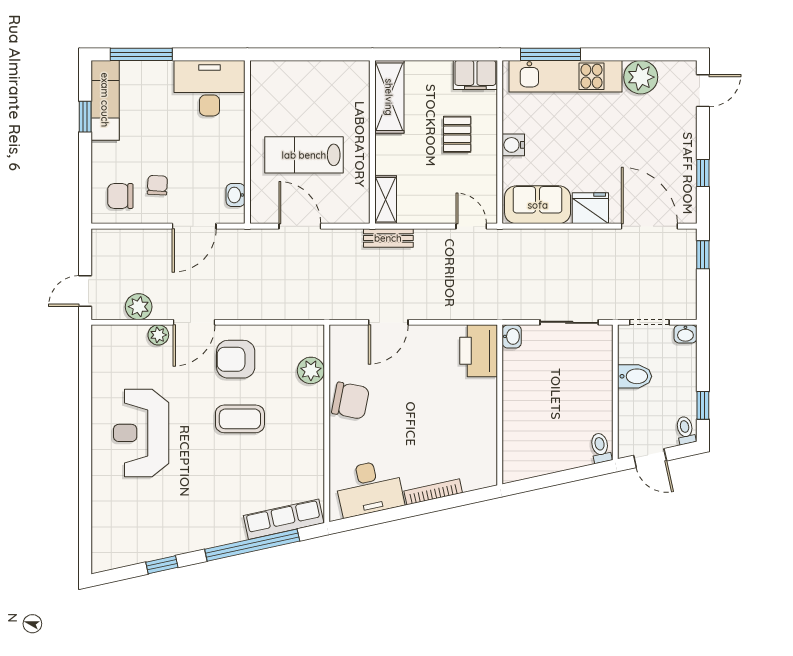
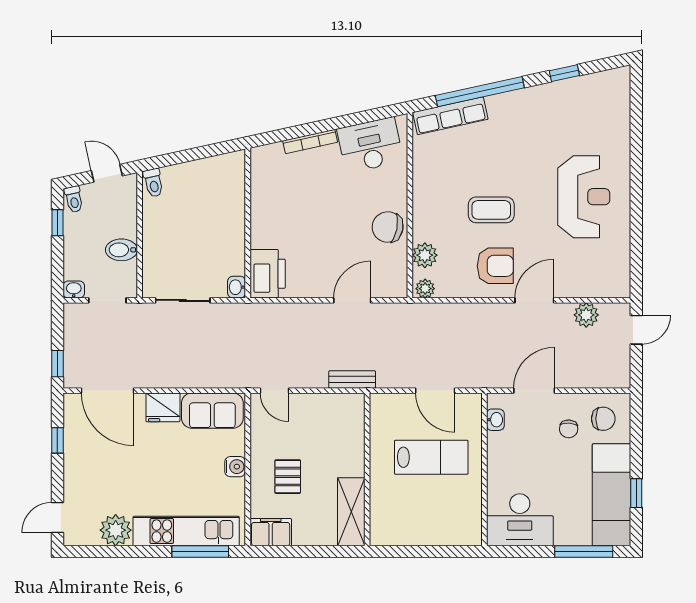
exam couch: (105, 100) -> (612, 495), width x1.36, depth x1.45
shelving: (386, 200) -> (355, 415), removed
plant: (158, 335) -> (425, 289), moved

